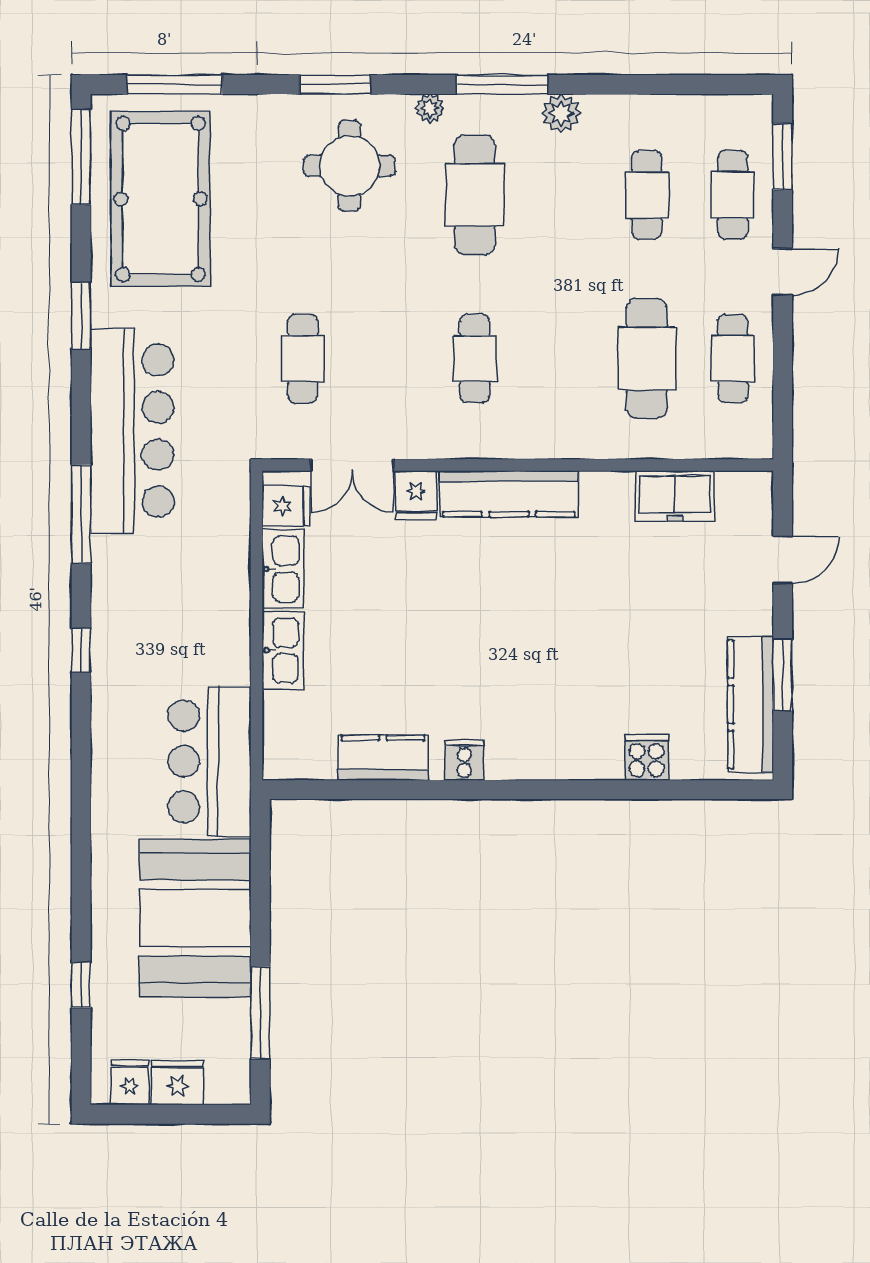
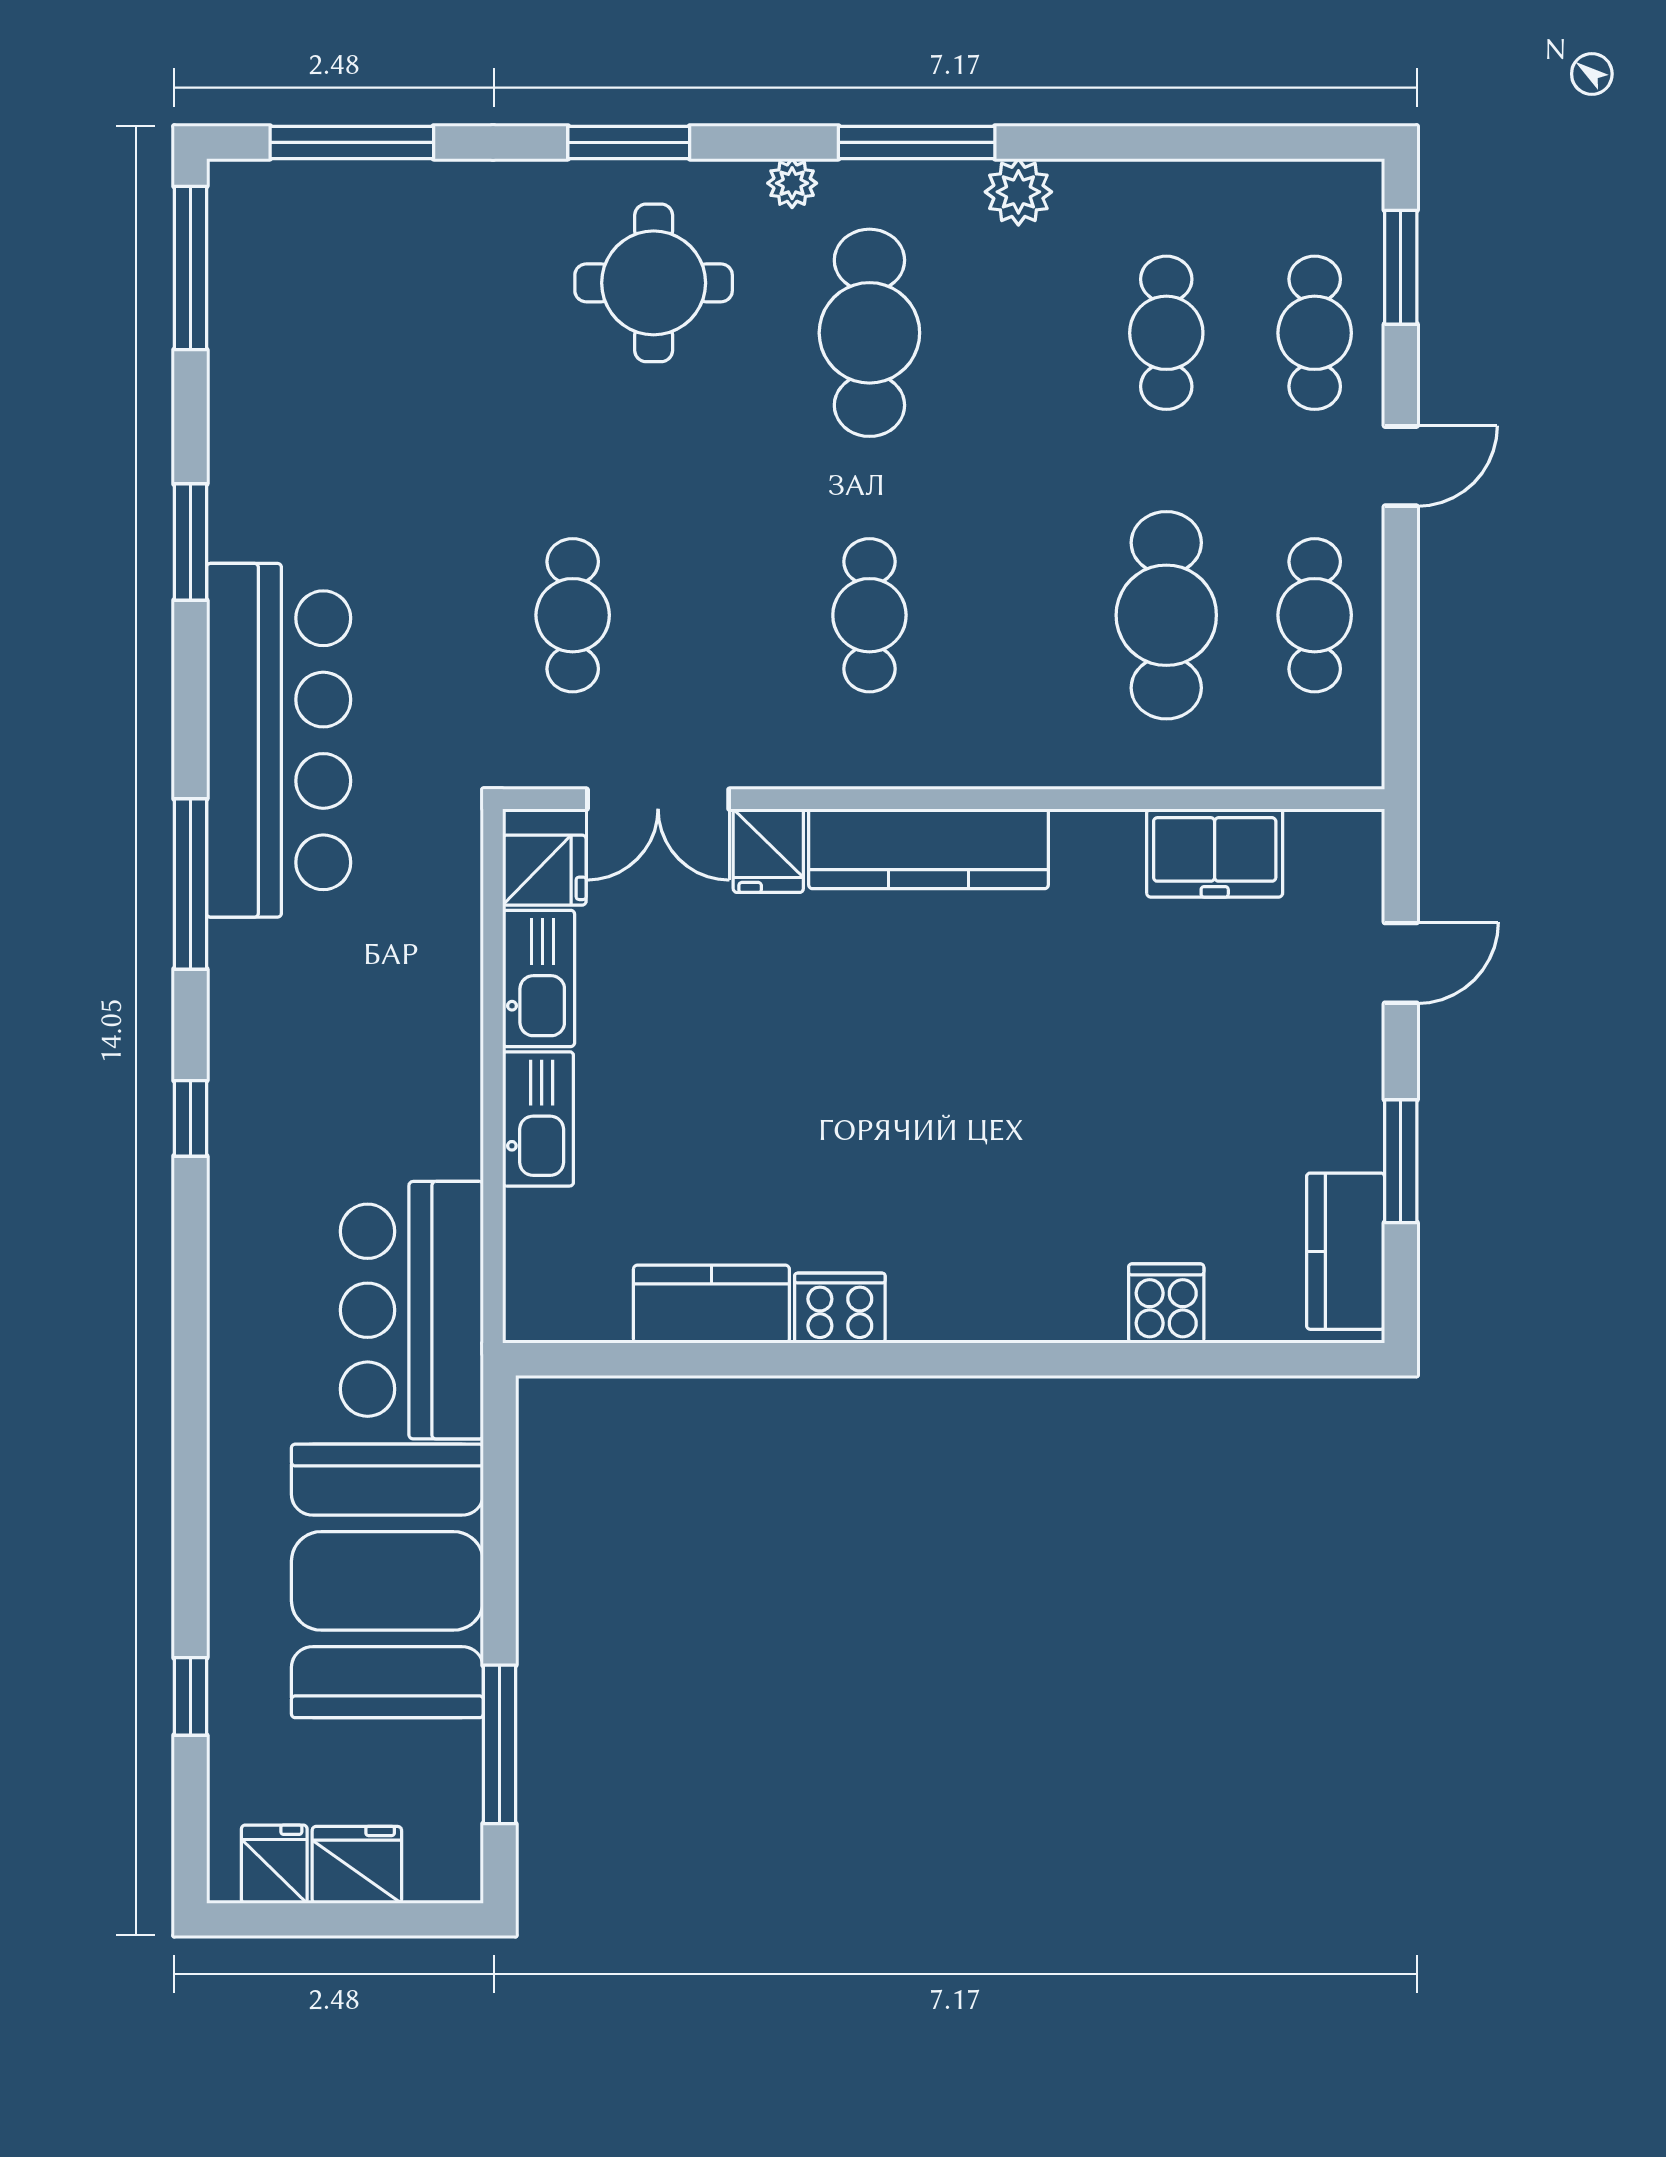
pool table: (161, 199) -> (327, 340), removed
kitchen counter: (751, 704) -> (1346, 1251), width x0.67
cooker: (464, 760) -> (840, 1308), width x1.36

